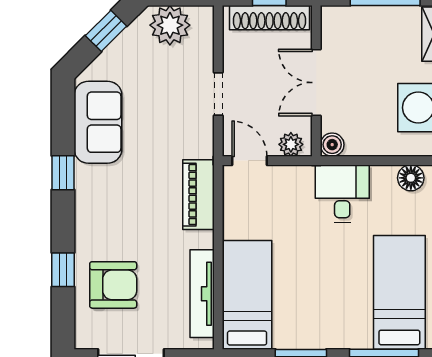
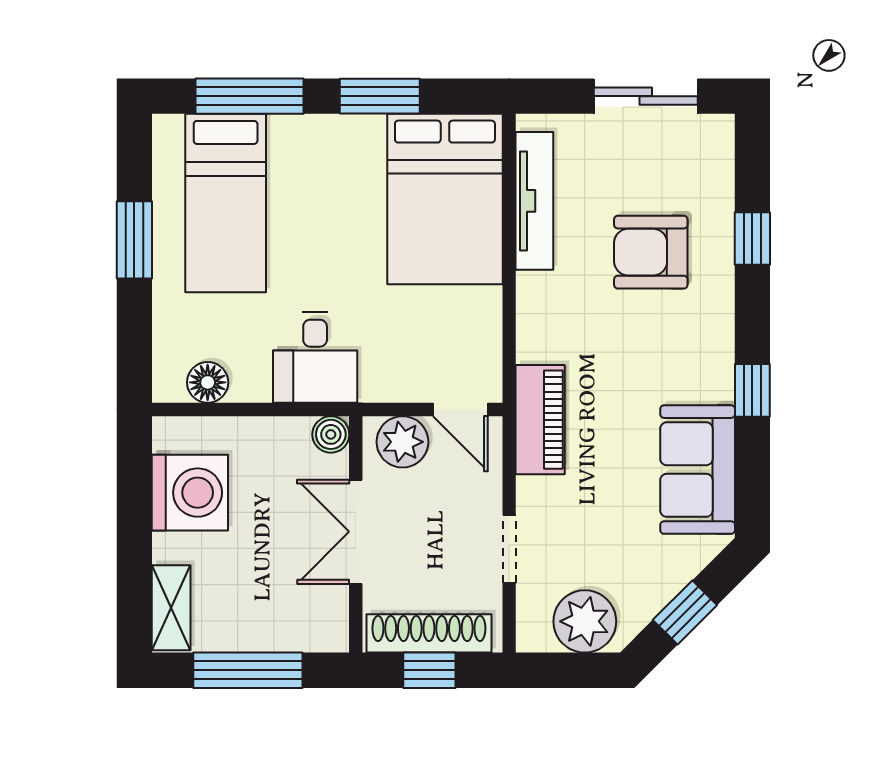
double door: (316, 83) -> (356, 532), swing flipped
doorway: (218, 94) -> (509, 549), moved
plant: (291, 144) -> (402, 442), width x1.38, depth x1.38
piano: (198, 195) -> (540, 420), moved
armchair: (113, 285) -> (651, 252), moved
bed: (247, 295) -> (445, 199), width x1.50

